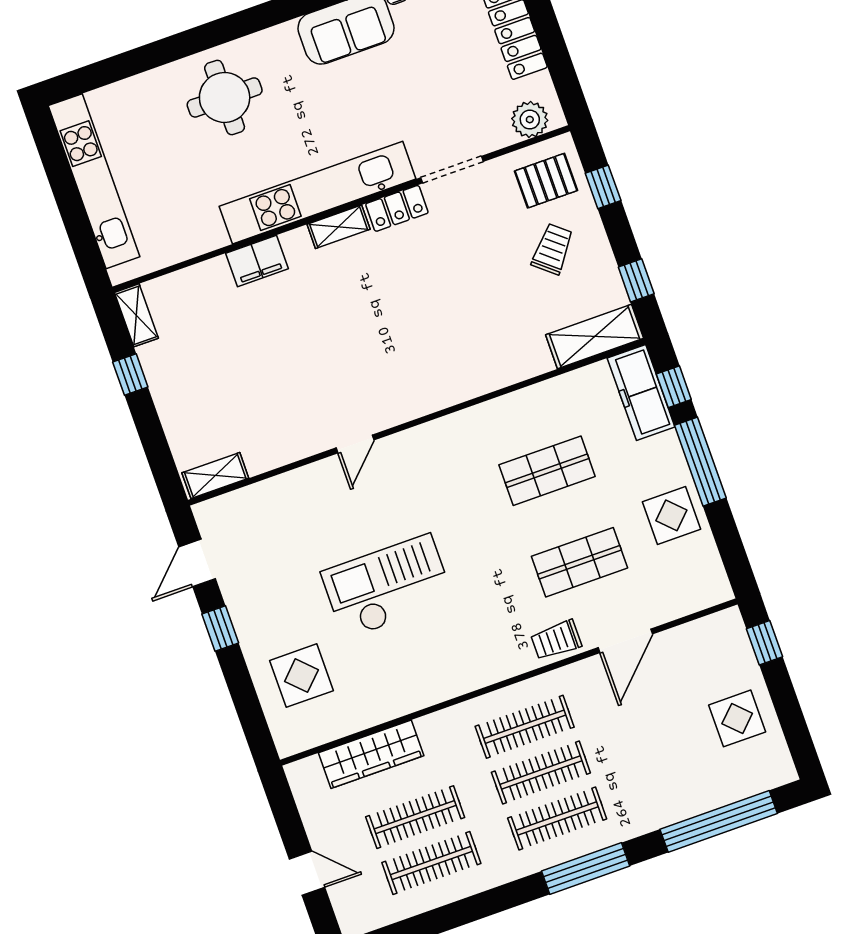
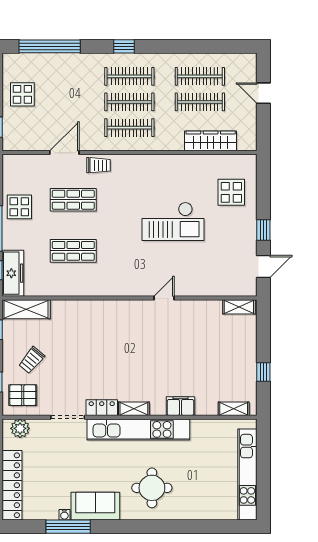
round table: (225, 97) -> (152, 488), moved
shelving: (136, 315) -> (234, 409), moved, turned 90
window: (586, 868) -> (124, 46), width x0.46

